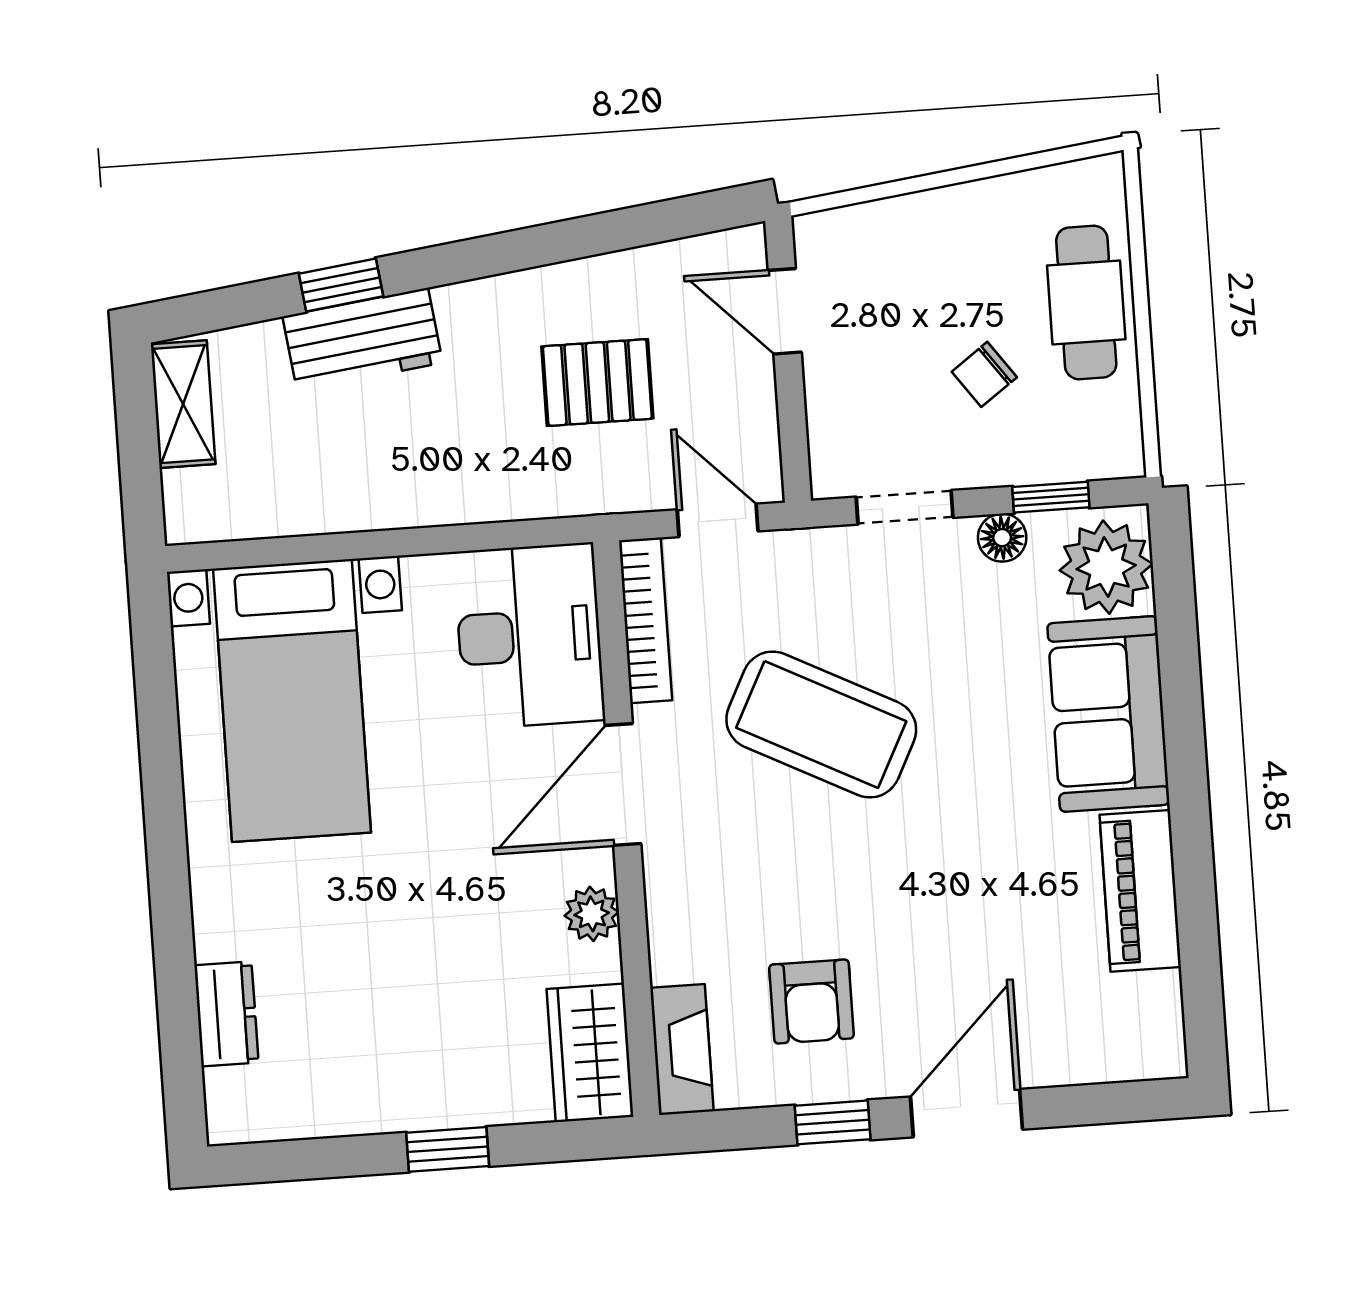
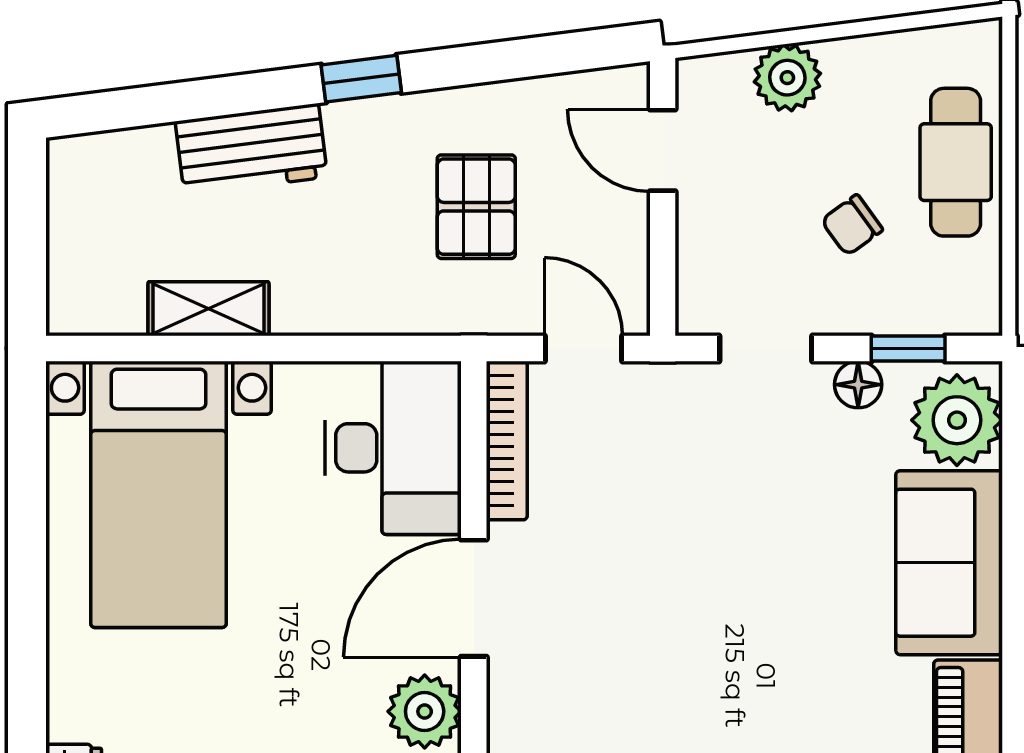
plant: (907, 228) -> (787, 78), added
window: (341, 285) -> (361, 79), moved
pallet: (597, 383) -> (476, 207), turned 90
shelving: (183, 404) -> (208, 309), moved, turned 90
coffee table: (821, 724) -> (670, 553), removed
plant: (592, 914) -> (425, 711), width x1.38, depth x1.38

